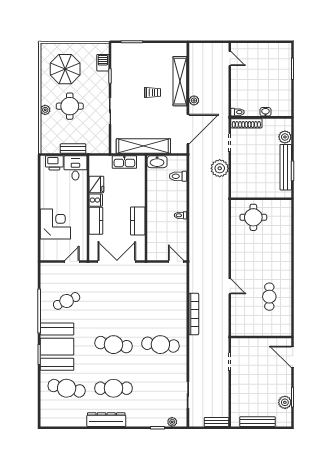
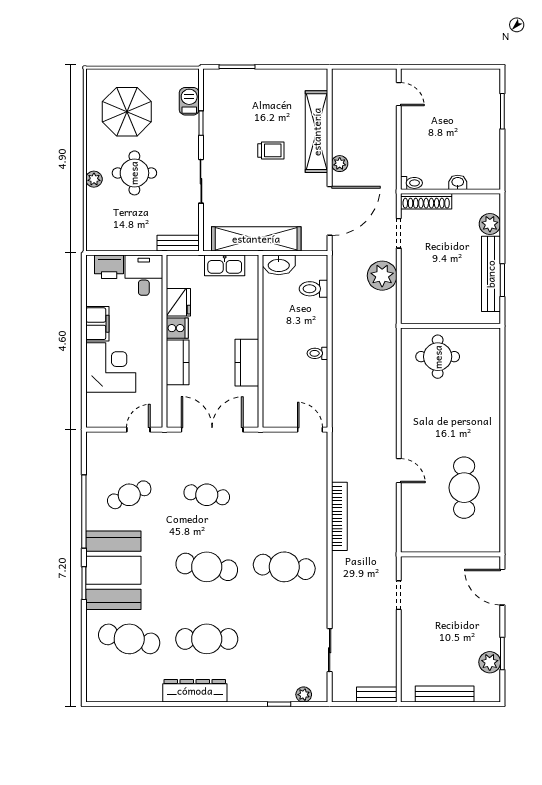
bench: (73, 149) -> (178, 243), moved
filing cabinet: (47, 197) -> (97, 324), added
cafe table: (269, 297) -> (464, 488), width x1.37, depth x1.35
cafe table: (114, 301) -> (207, 495), added

